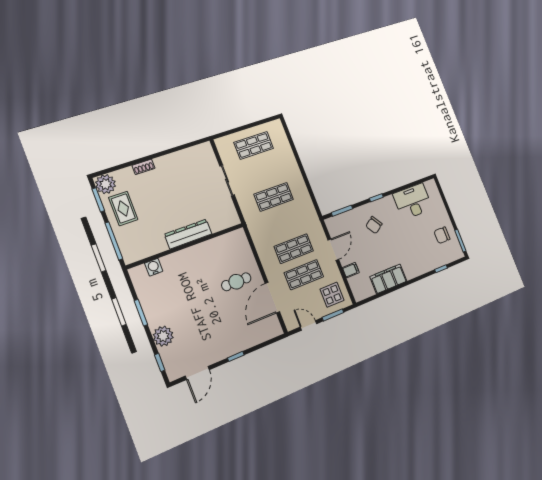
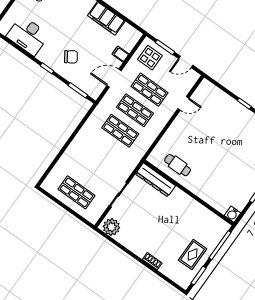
plant: (106, 184) -> (111, 227), moved
shop shelf: (274, 197) -> (120, 131), moved
dresser: (188, 234) -> (155, 180), moved
water cooler: (154, 267) -> (232, 214), moved
cafe table: (236, 282) -> (178, 165), moved
door: (272, 298) -> (183, 103), width x0.53
door: (308, 325) -> (186, 62), hinge flipped

